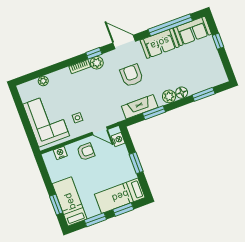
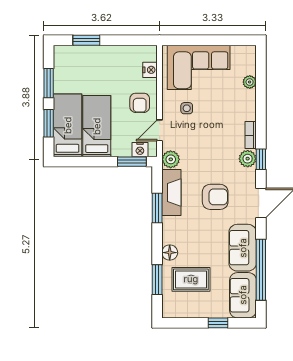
rug: (195, 71) -> (191, 279), added
plant: (169, 96) -> (171, 159), moved
window: (136, 163) -> (132, 162), moved
bed: (70, 201) -> (97, 126), moved, turned -90

